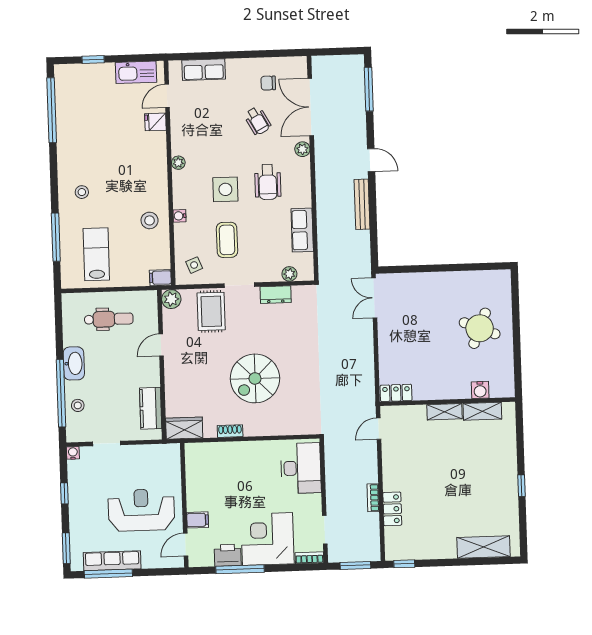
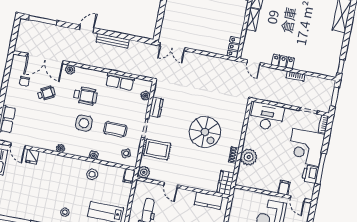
plant: (232, 455) -> (249, 157), added
locker: (392, 509) -> (283, 62), moved

